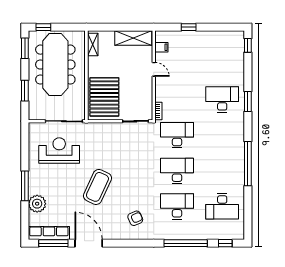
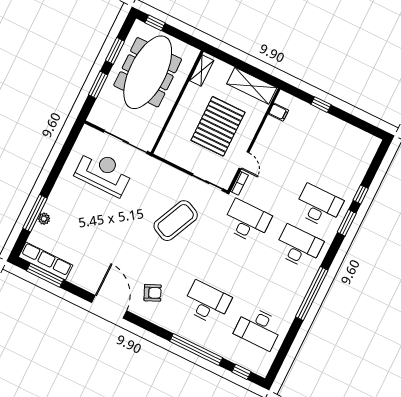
window: (248, 45) -> (361, 194), moved
window: (25, 48) -> (115, 51), moved
door: (154, 69) -> (244, 160), moved
pallet: (104, 97) -> (218, 126), moved
desk: (177, 171) -> (299, 247), moved
window: (25, 186) -> (35, 213), moved
coffee table: (97, 187) -> (176, 221), moved
plant: (37, 204) -> (44, 219), width x0.53, depth x0.53
door: (89, 243) -> (109, 307), moved

